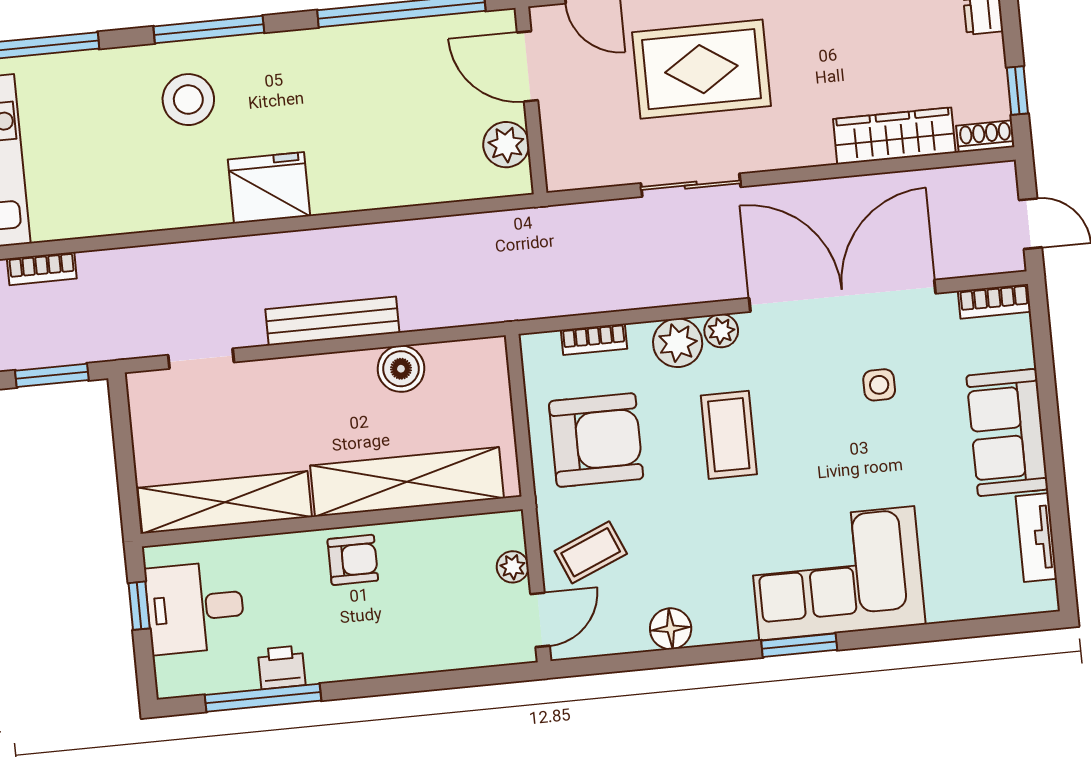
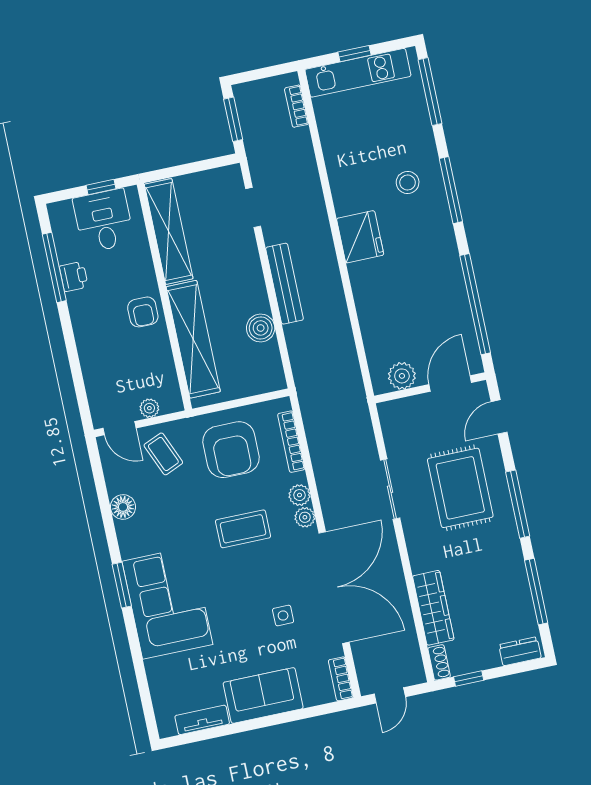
stool: (188, 100) -> (408, 182), width x0.73, depth x0.73
bookcase: (594, 339) -> (291, 442), width x1.56
plant: (678, 343) -> (299, 495), width x0.73, depth x0.73

